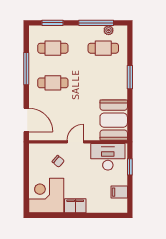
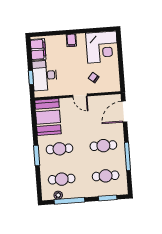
cafe table: (103, 83) -> (59, 149), added
door: (26, 120) -> (124, 112), hinge flipped
door: (75, 142) -> (80, 96), hinge flipped
desk: (108, 157) -> (45, 75), moved, turned 90
filing cabinet: (119, 192) -> (38, 49), width x2.00
filing cabinet: (75, 206) -> (71, 40), width x0.50

